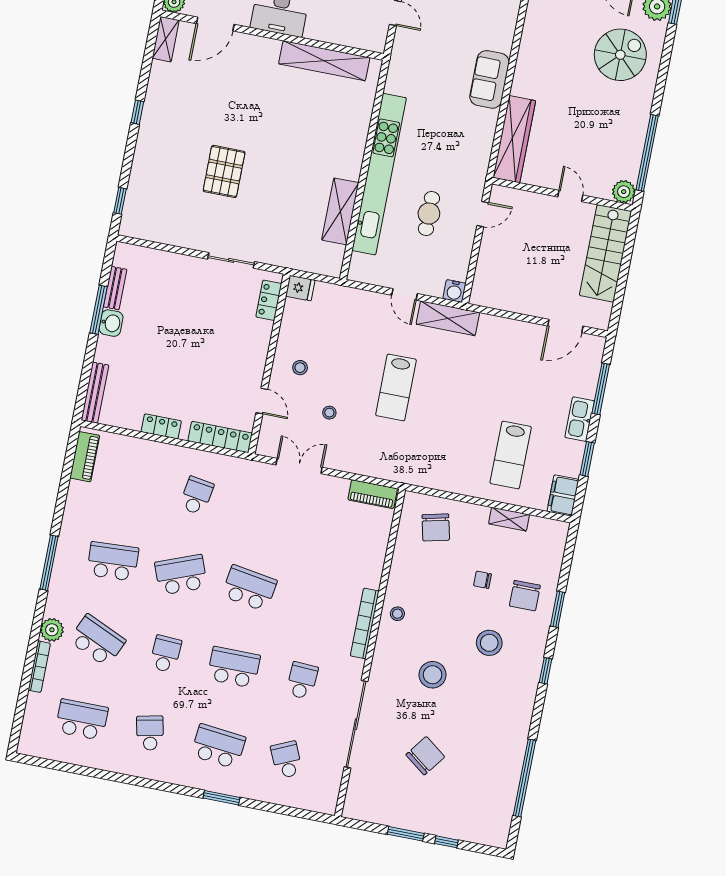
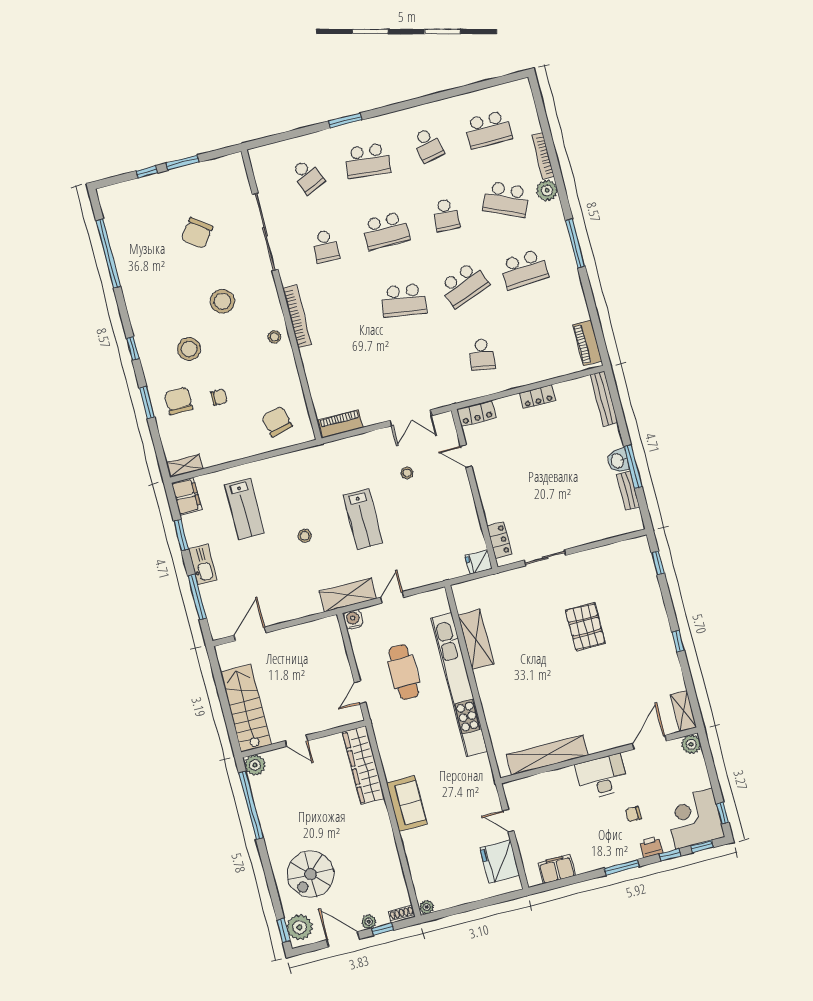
cafe table: (429, 214) -> (404, 672), width x1.37, depth x1.35
door: (404, 294) -> (392, 597), hinge flipped
stool: (300, 368) -> (305, 536), moved
lab bench: (396, 387) -> (363, 519), turned 180
locker: (220, 437) -> (476, 413), width x0.66
lab bench: (511, 455) -> (244, 509), turned 180
shelving: (509, 519) -> (185, 466), moved

